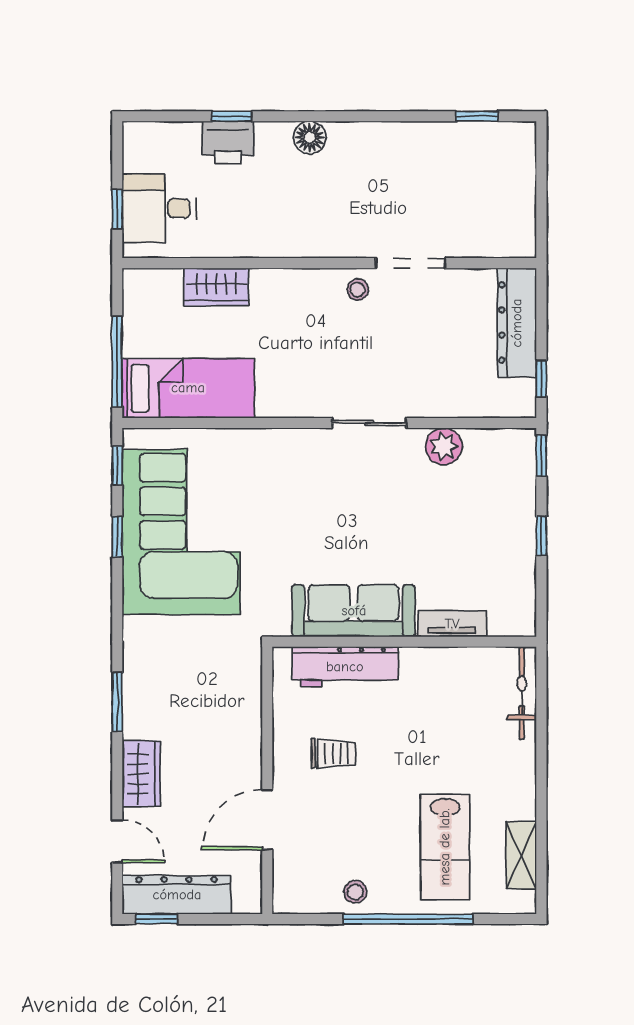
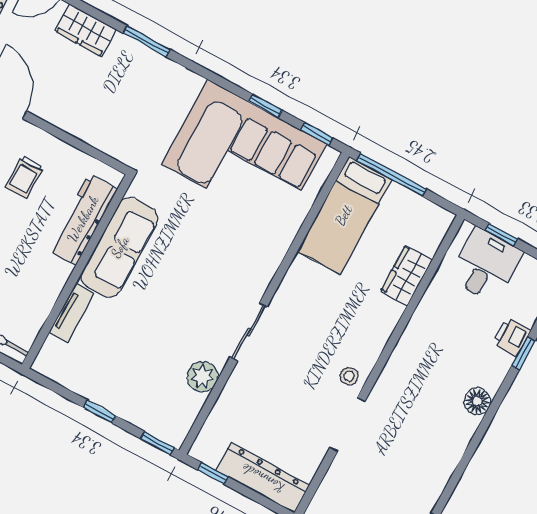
printer: (228, 142) -> (512, 337), width x0.73, depth x0.81

